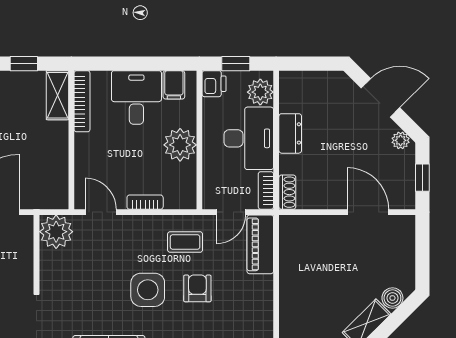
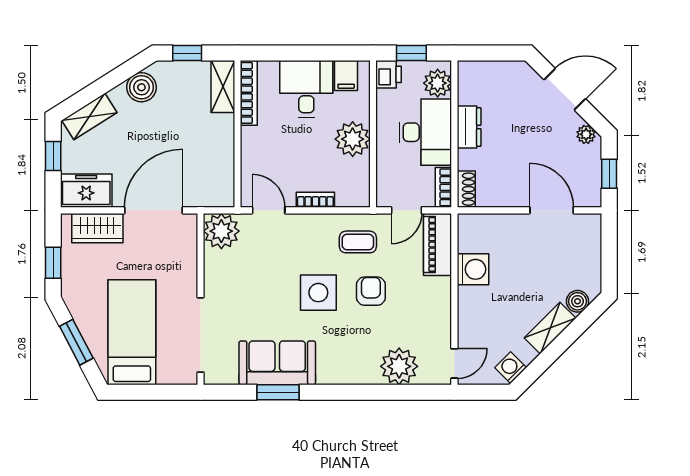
washing machine: (294, 268) -> (473, 269), added

